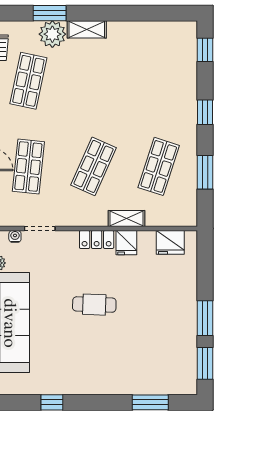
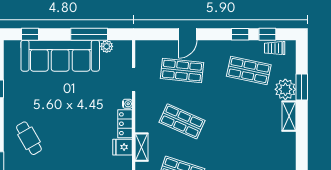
water cooler: (15, 236) -> (127, 104), moved
cafe table: (94, 305) -> (29, 138), moved, turned -32

